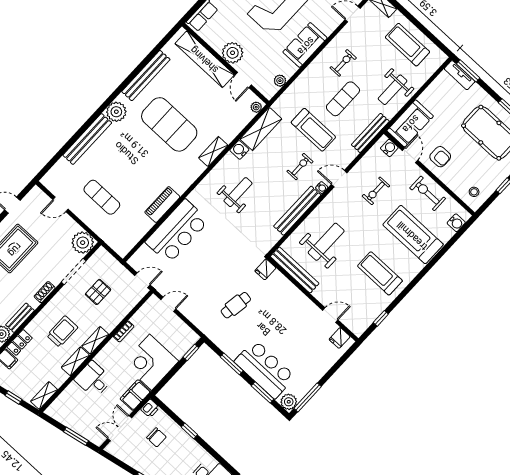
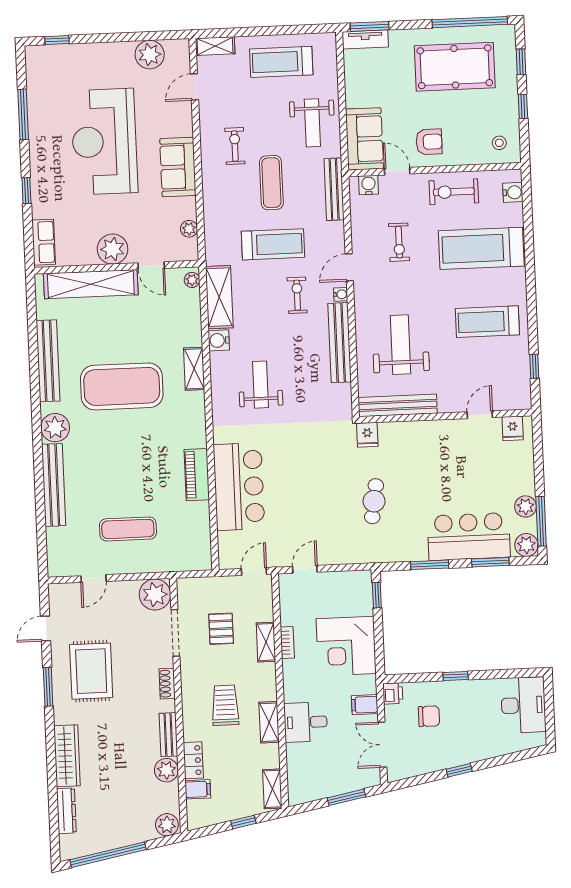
shelving: (95, 340) -> (266, 642), moved
plant: (307, 383) -> (526, 506), added
filing cabinet: (135, 395) -> (365, 705), width x0.50

